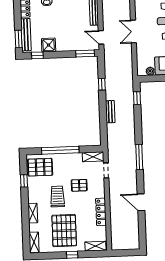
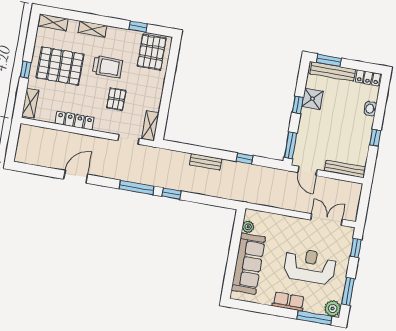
double door: (133, 32) -> (327, 220), moved
door: (101, 37) -> (307, 171), swing flipped
window: (37, 55) -> (298, 105), moved
window: (137, 98) -> (171, 194), moved
window: (60, 150) -> (169, 84), removed

